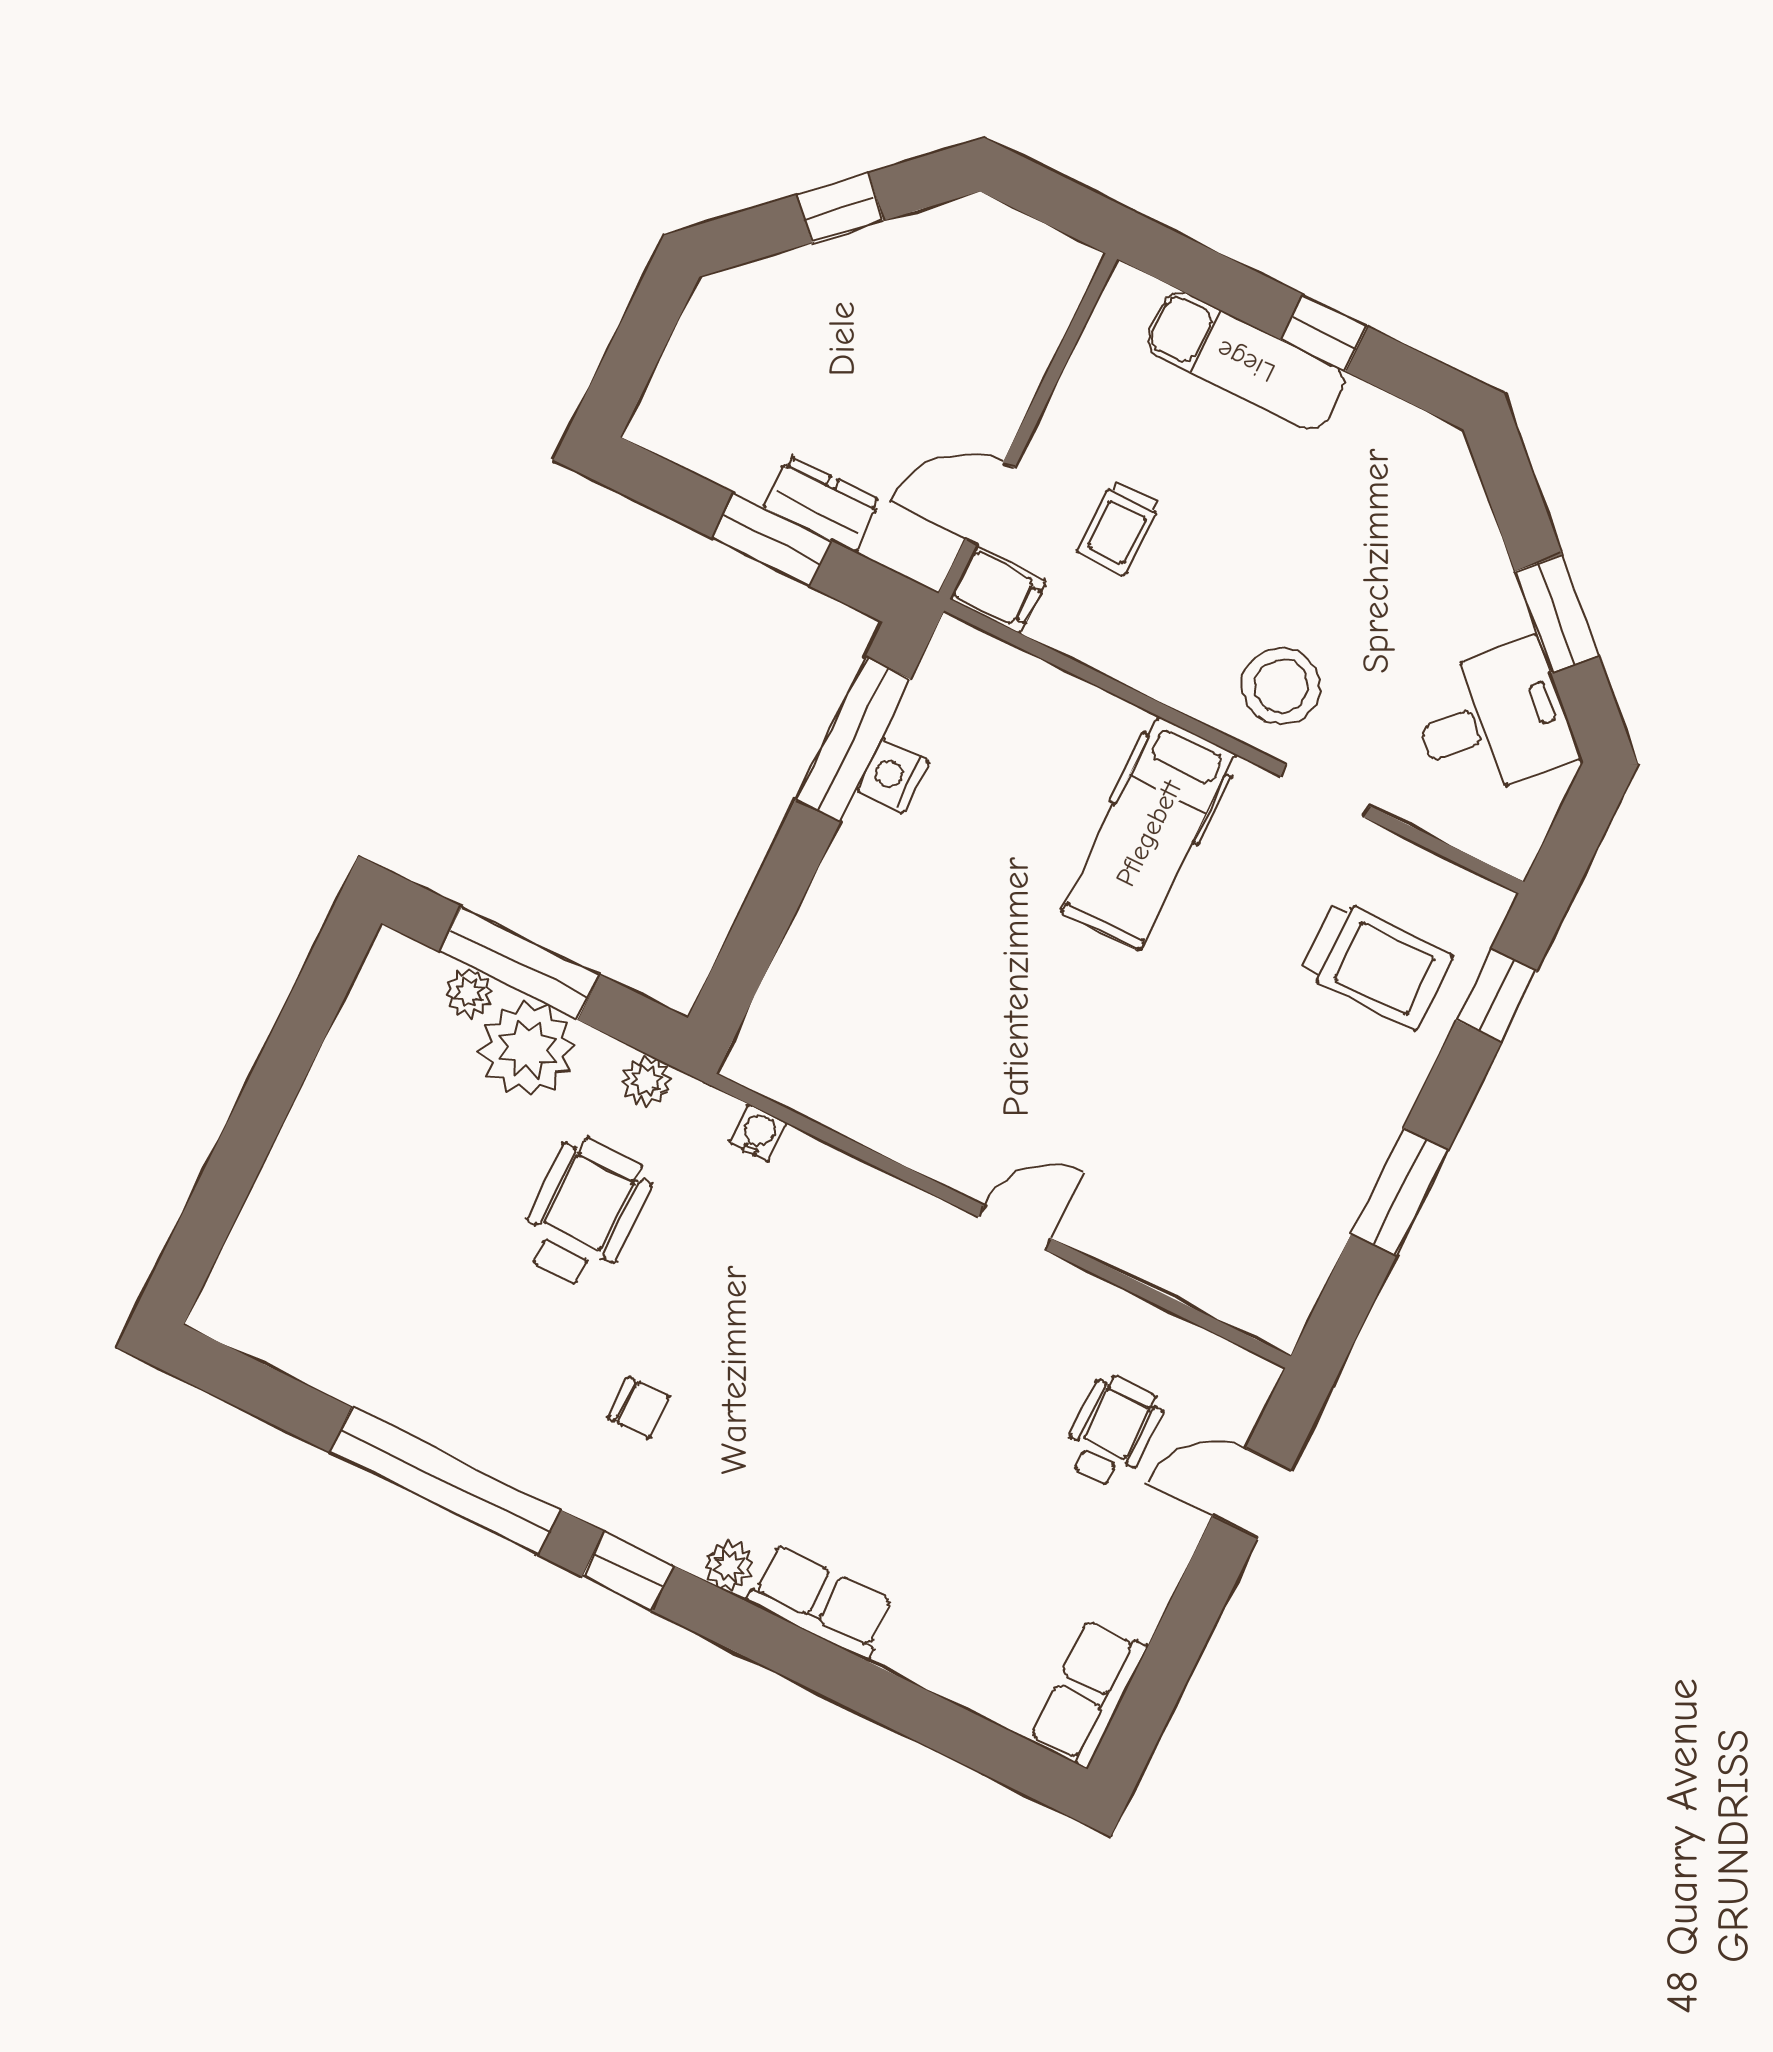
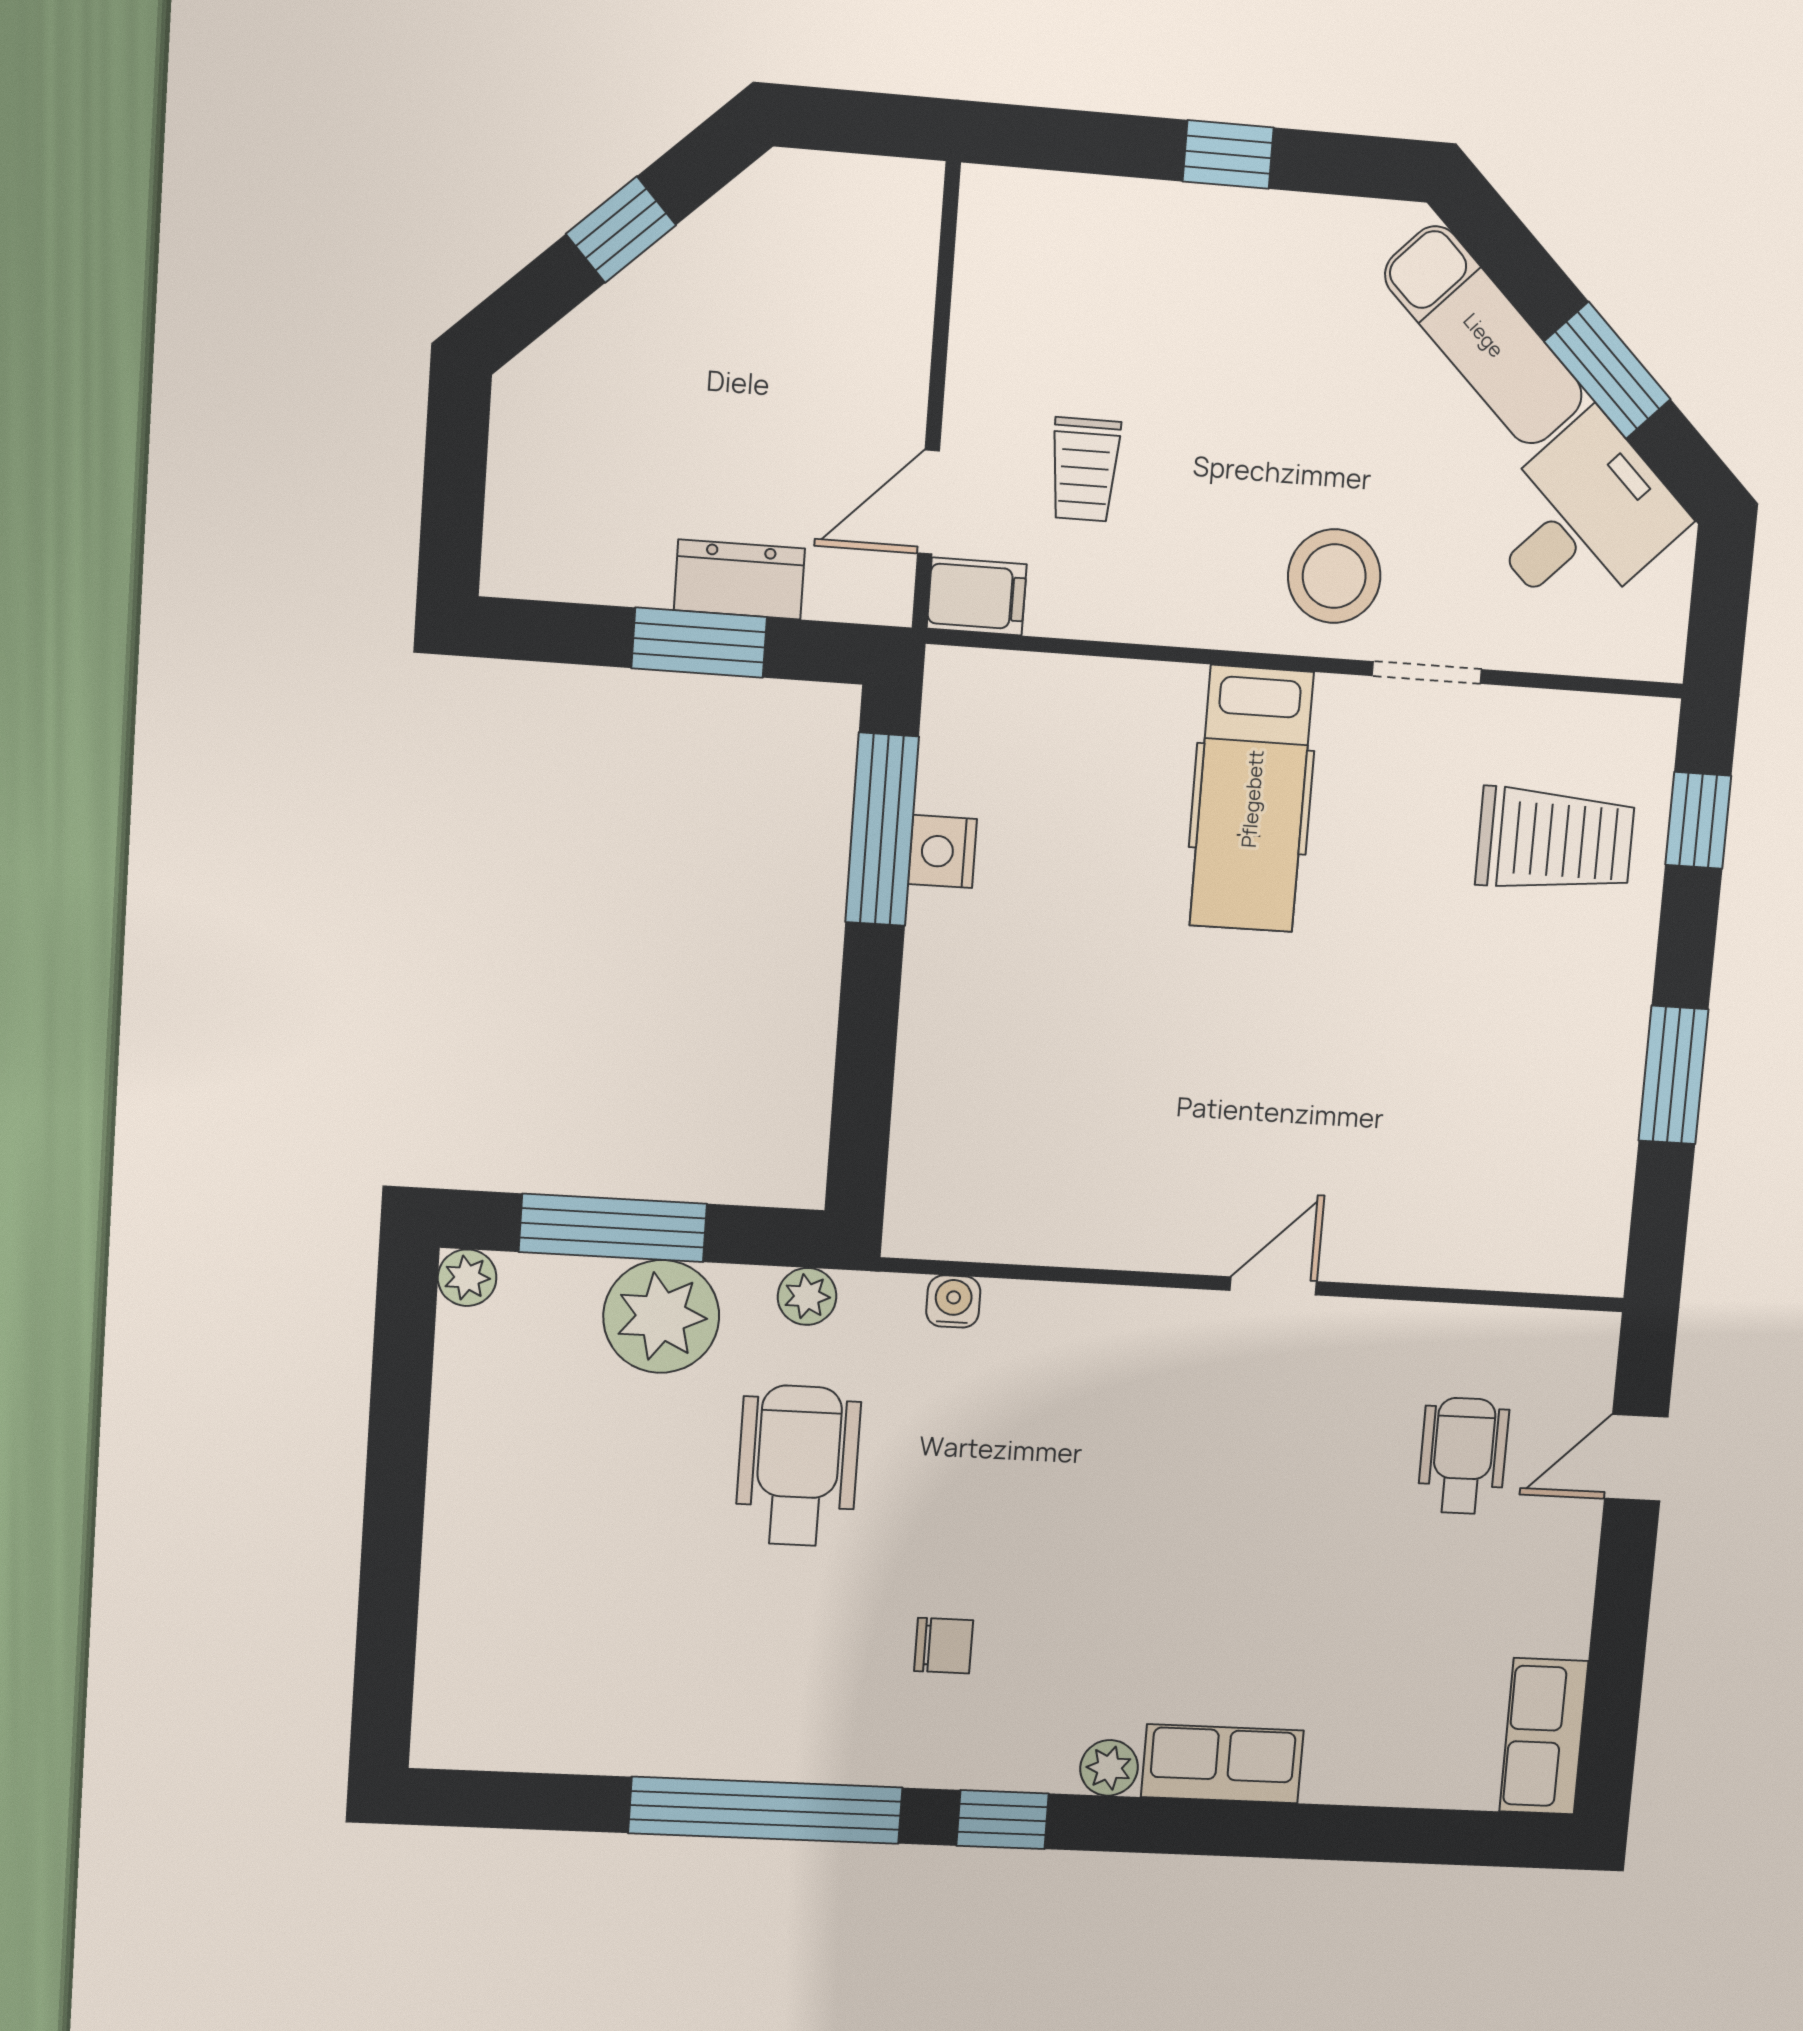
exam couch: (1246, 361) -> (1484, 335), moved, turned 44
plant: (469, 993) -> (467, 1278), moved

